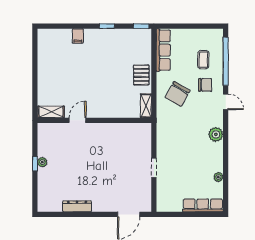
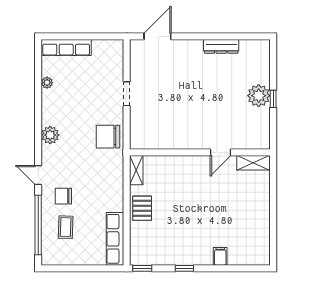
chair: (178, 94) -> (108, 137), moved, turned -120
plant: (42, 162) -> (259, 96), width x1.88, depth x1.88

